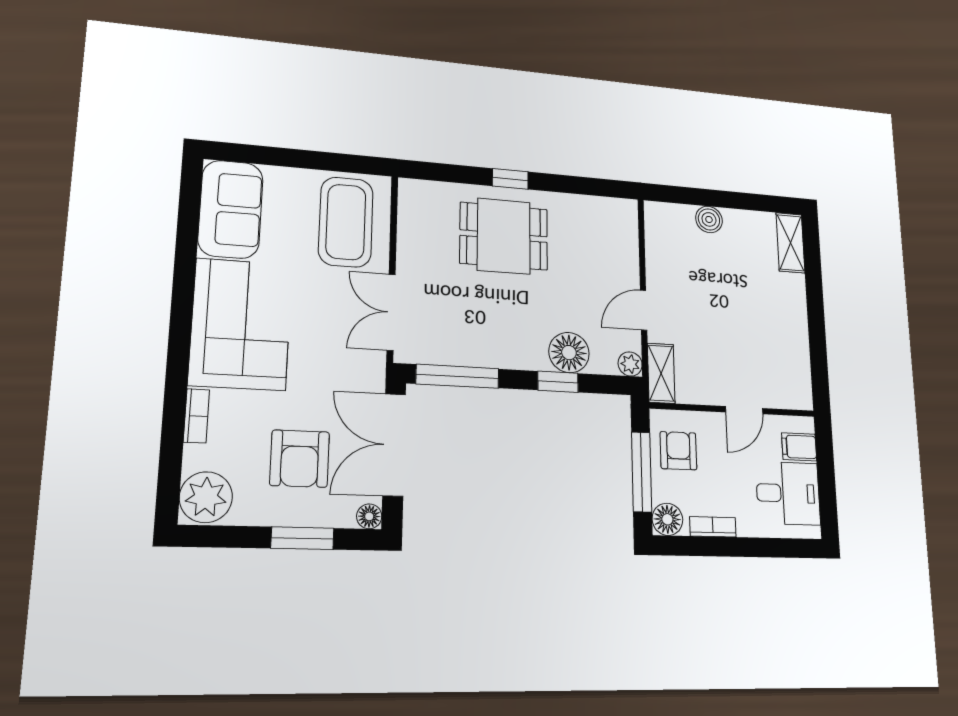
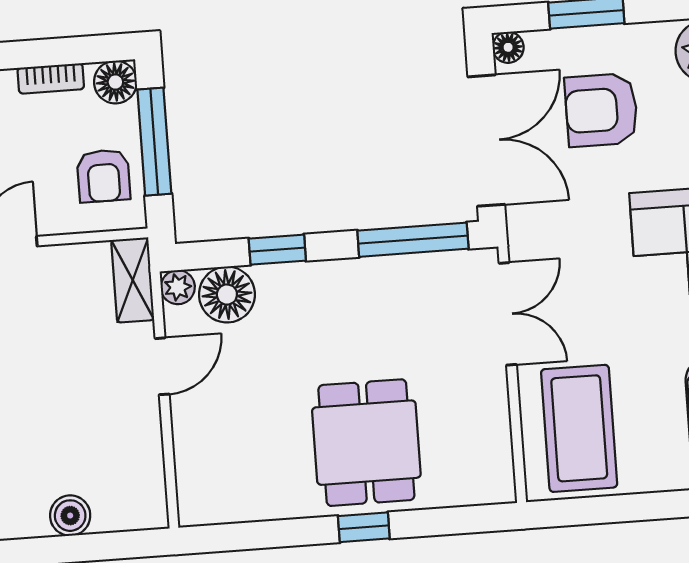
dining table: (504, 236) -> (366, 443), turned 90
floor lamp: (569, 353) -> (227, 295), moved
armchair: (300, 459) -> (601, 110), turned -90

